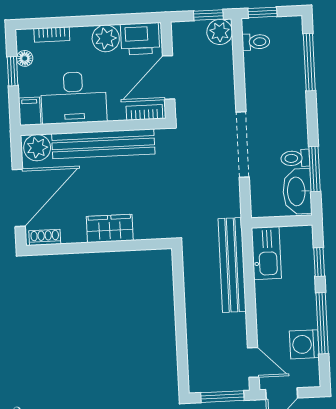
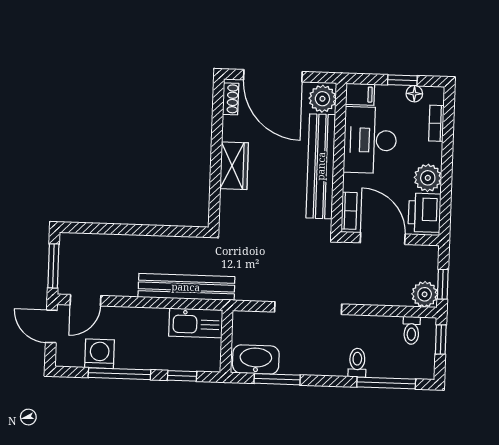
toilet: (295, 158) -> (357, 363), moved

